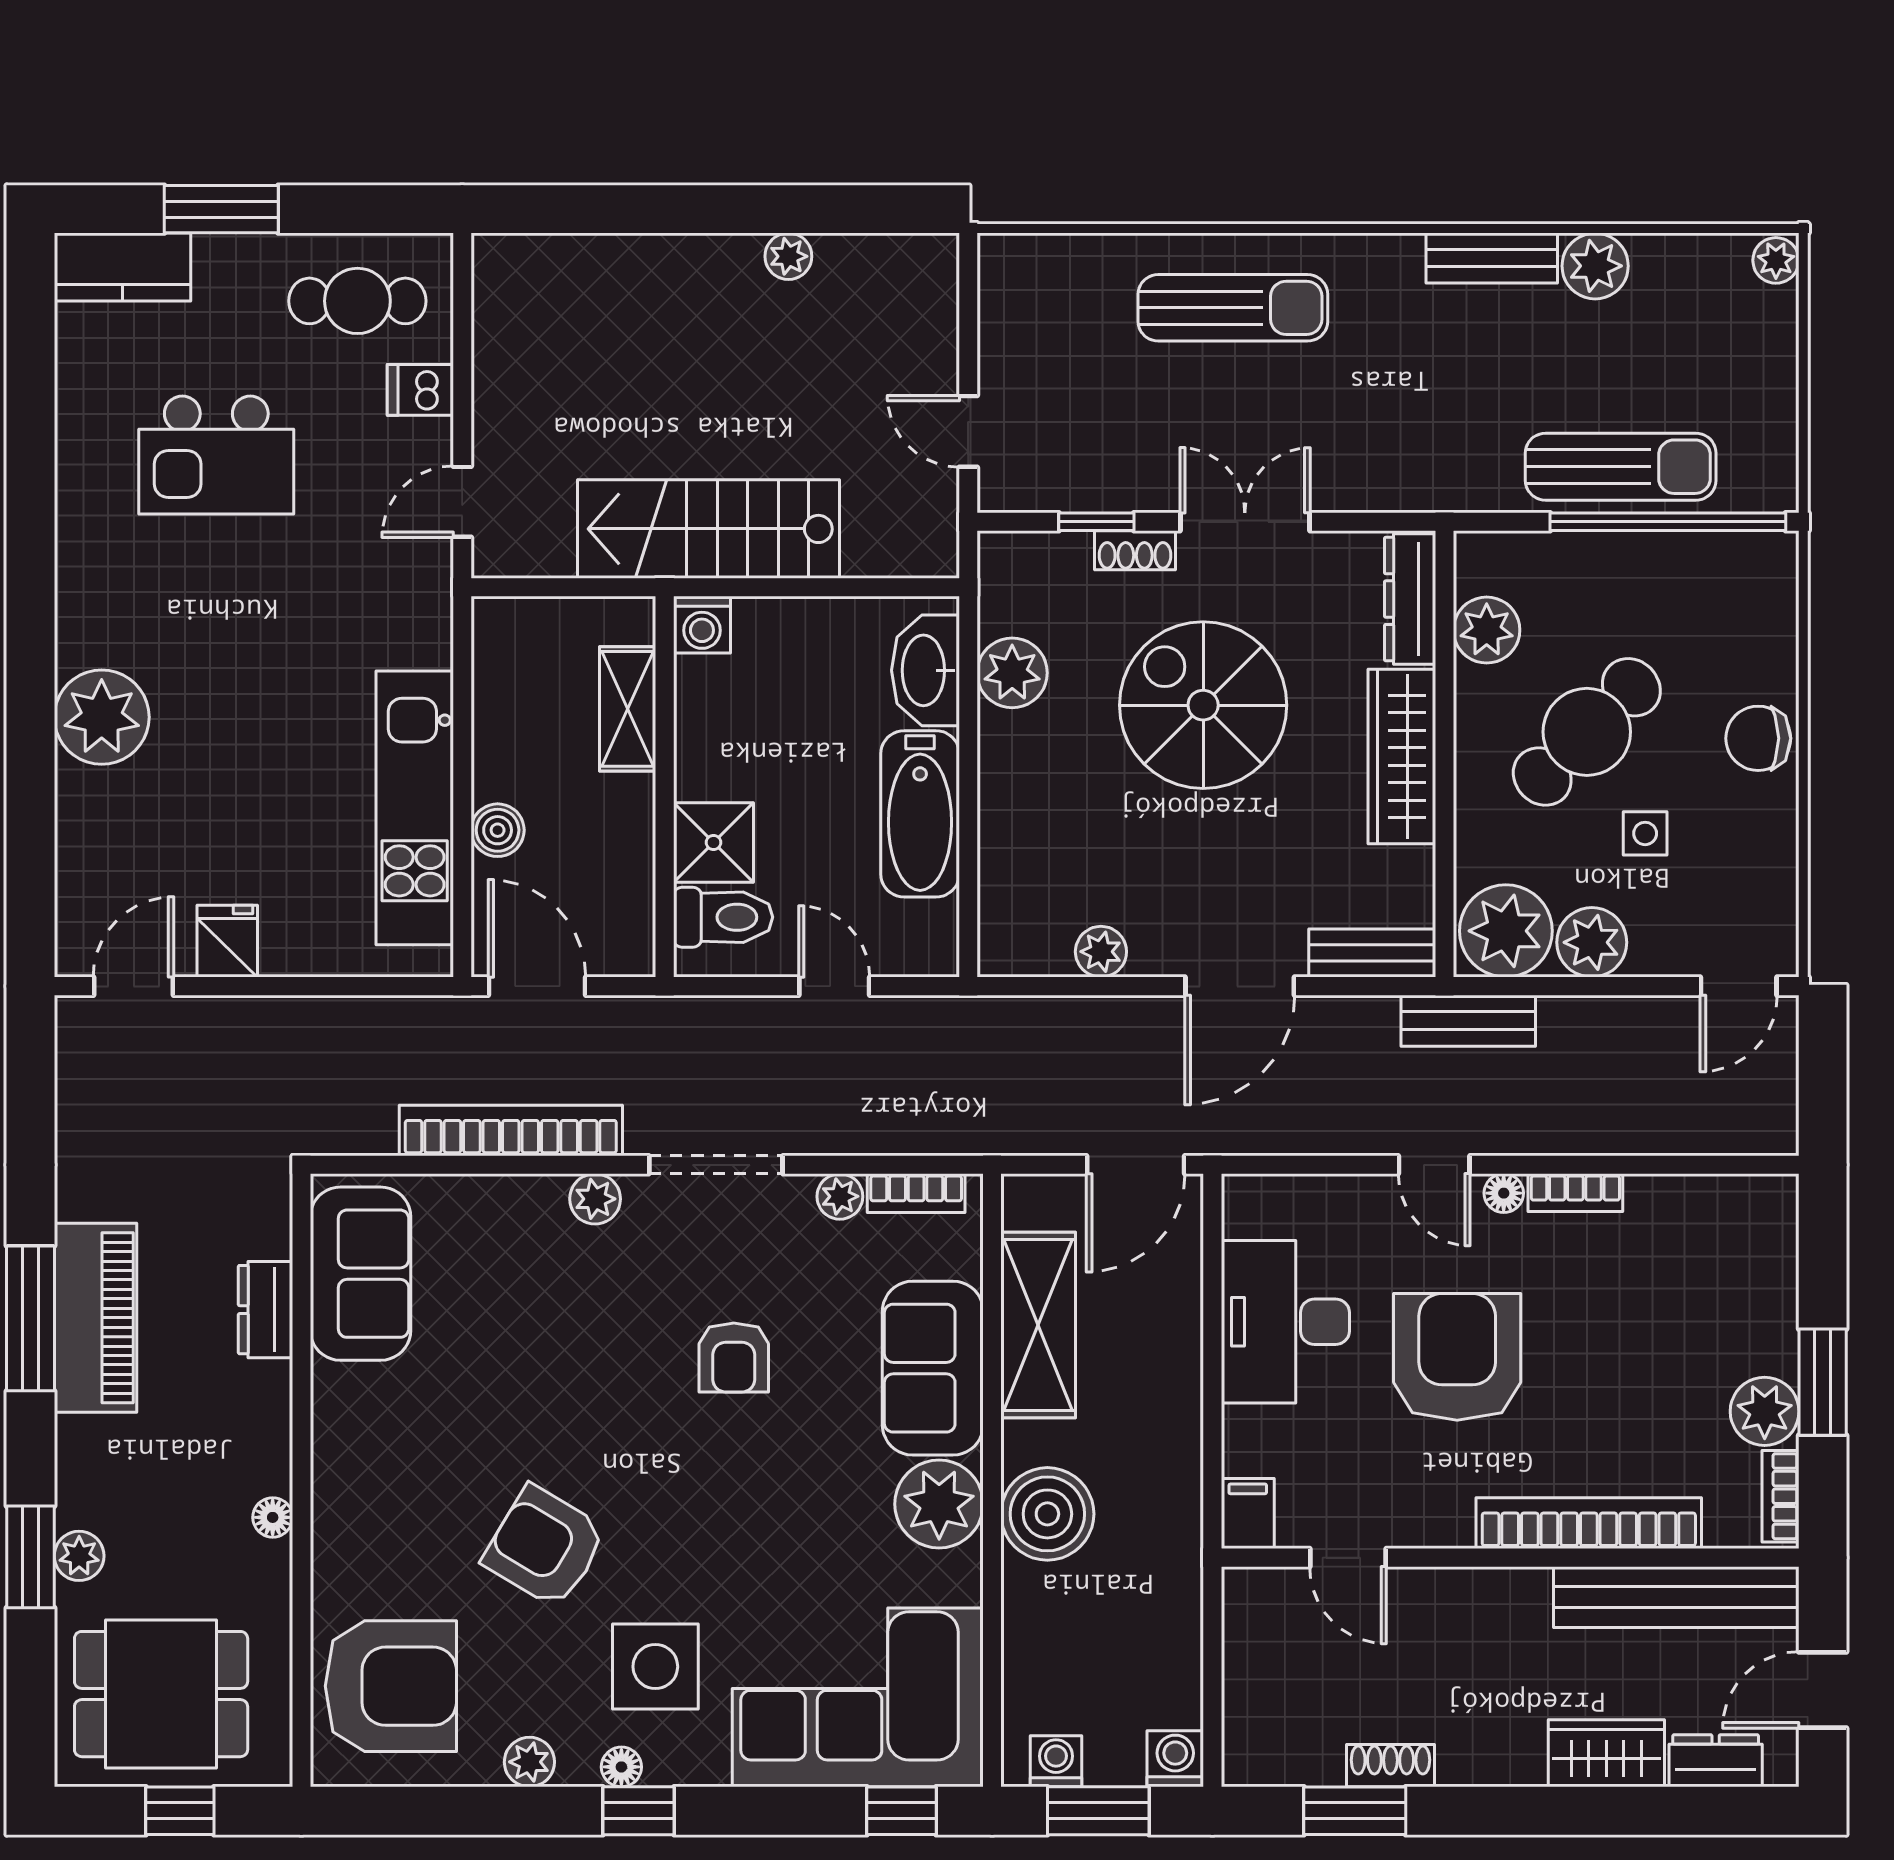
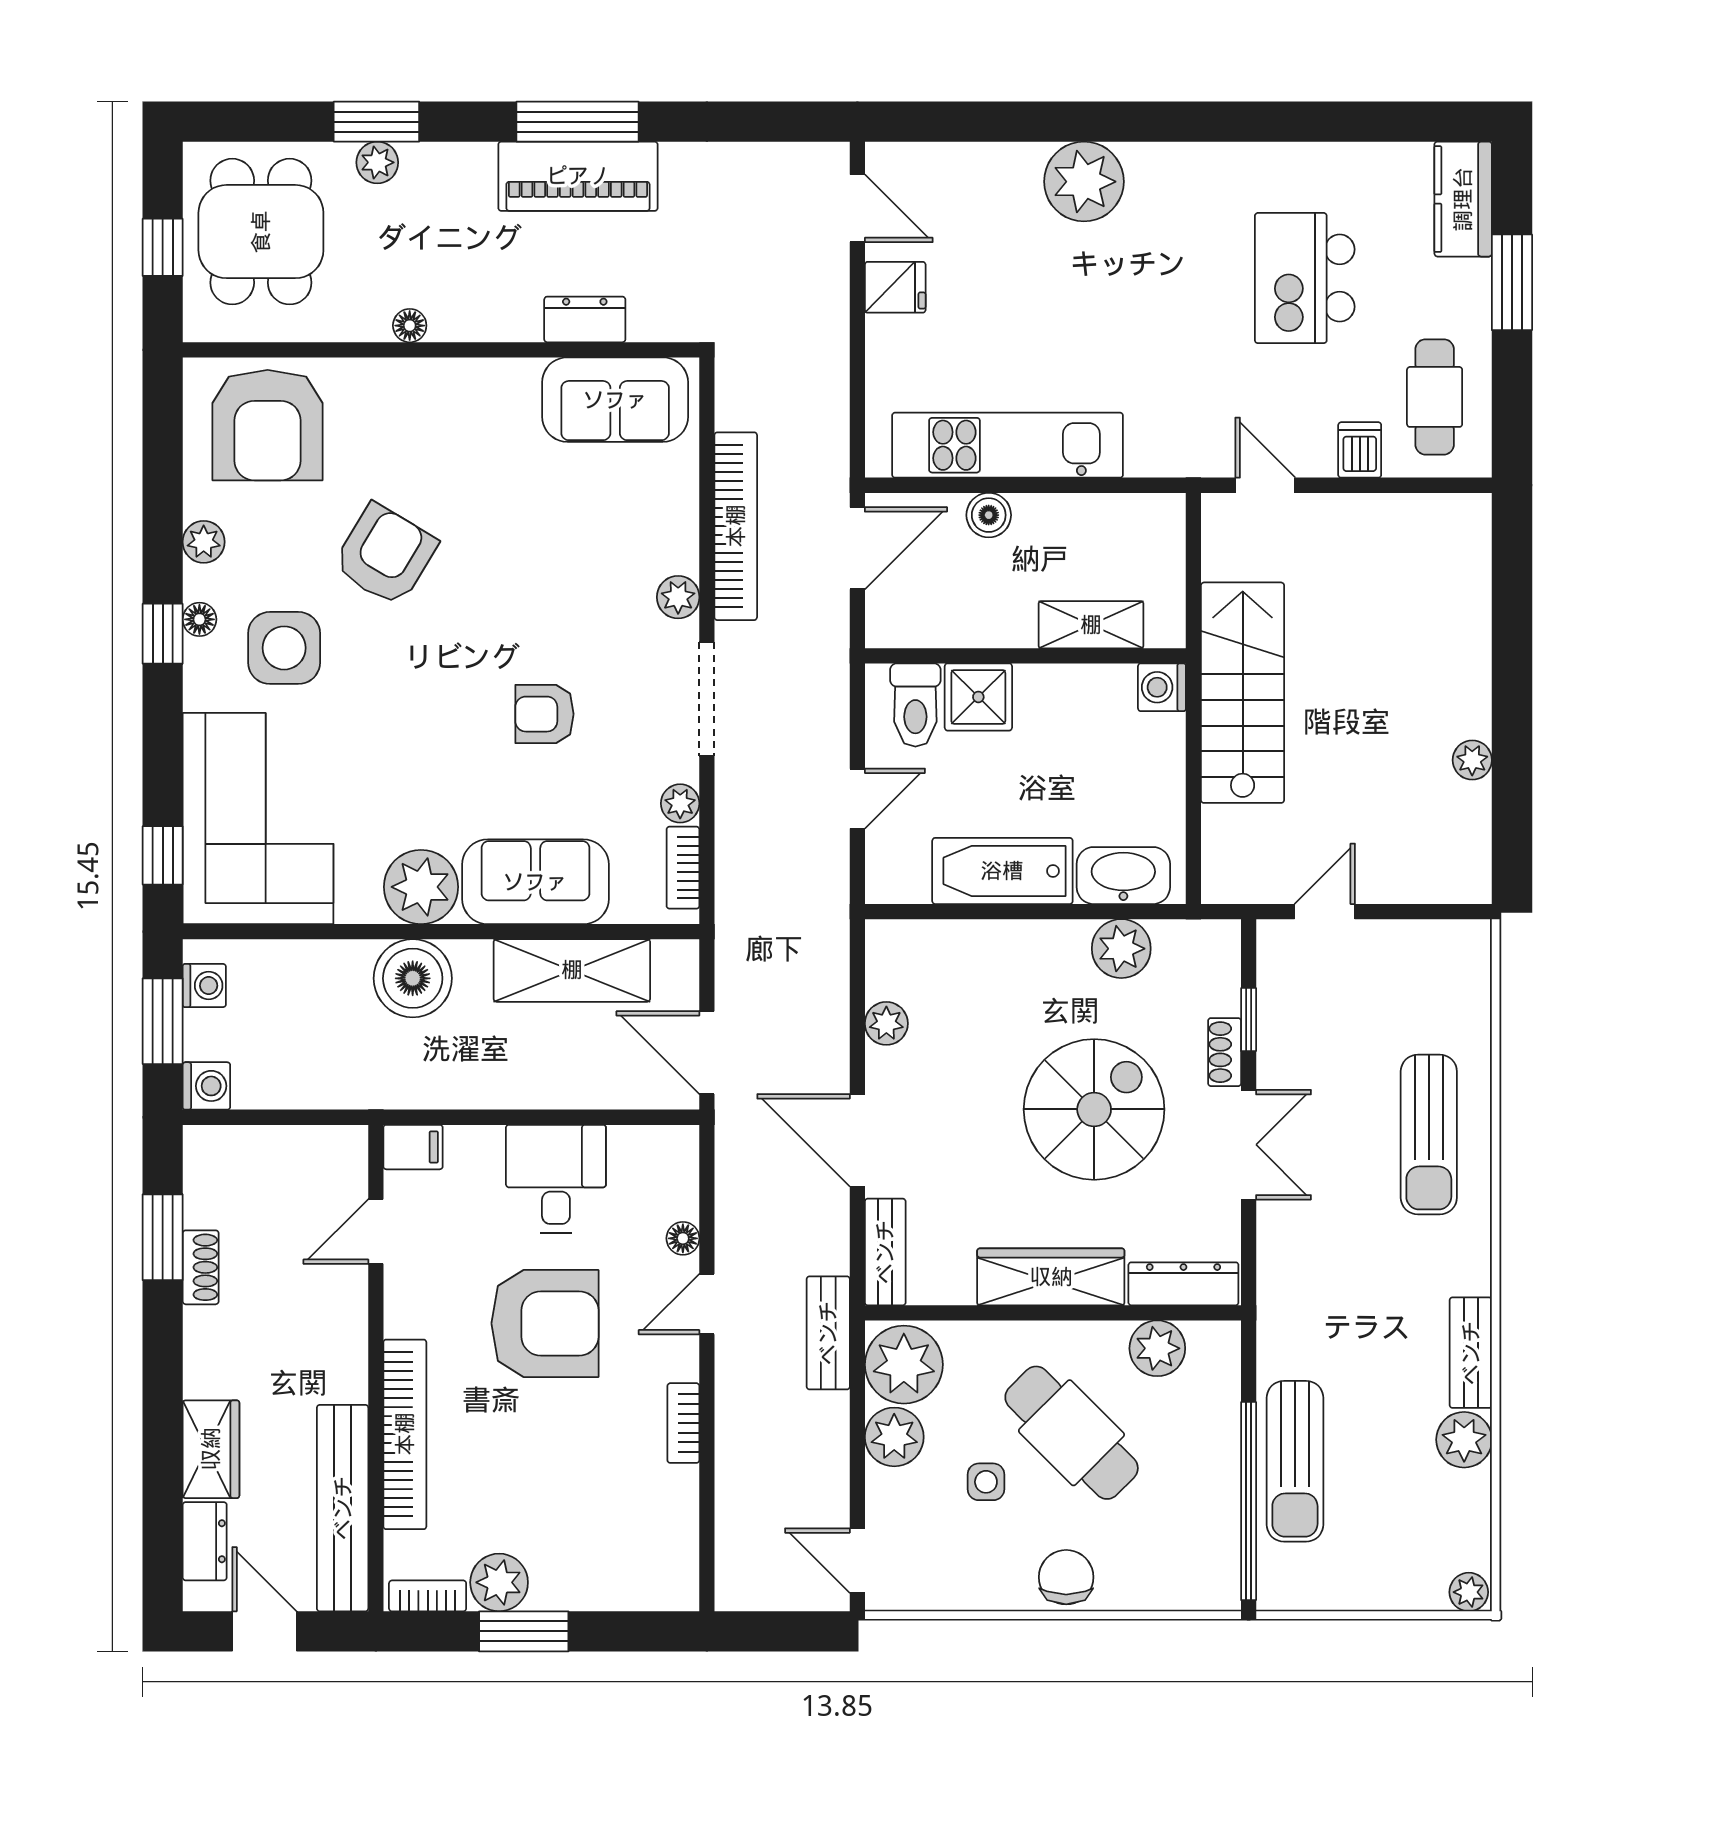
floor lamp: (1504, 1193) -> (683, 1238), moved
desk: (1285, 1322) -> (556, 1179), width x0.73

